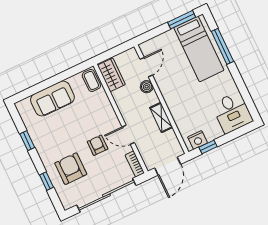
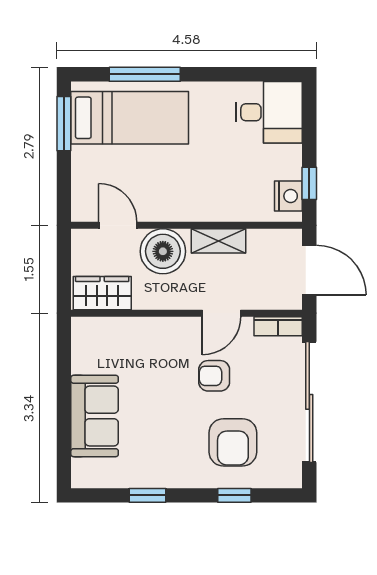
coffee table: (91, 80) -> (95, 333), removed
boiler: (147, 87) -> (163, 251), width x1.86, depth x1.86
armchair: (71, 169) -> (233, 442), turned -90

